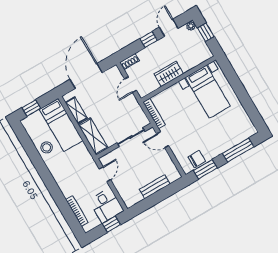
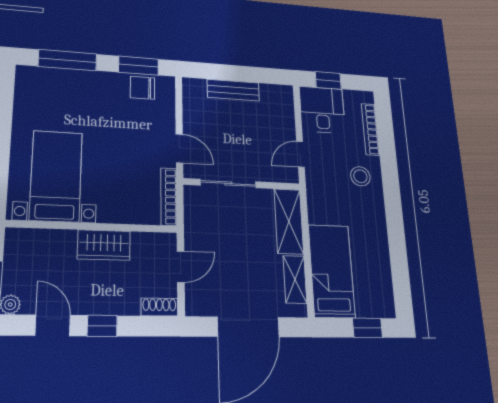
door: (169, 28) -> (53, 325), swing flipped
stool: (47, 147) -> (360, 176), moved

